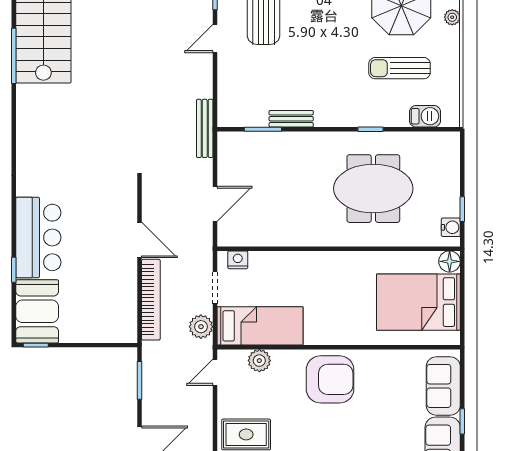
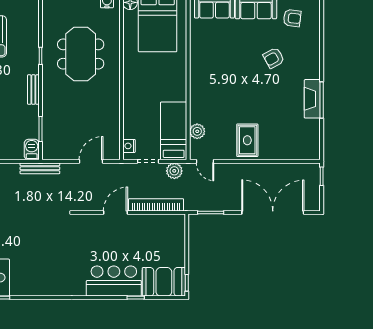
barbecue: (425, 116) -> (32, 149), moved
bench: (291, 119) -> (33, 90), moved
door: (215, 204) -> (91, 161), hinge flipped
armchair: (330, 379) -> (210, 83), removed

